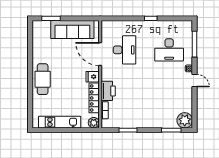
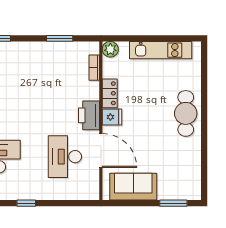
sofa: (72, 30) -> (133, 187), width x0.73
printer: (108, 91) -> (89, 115), moved
locker: (94, 98) -> (110, 93), width x0.66

